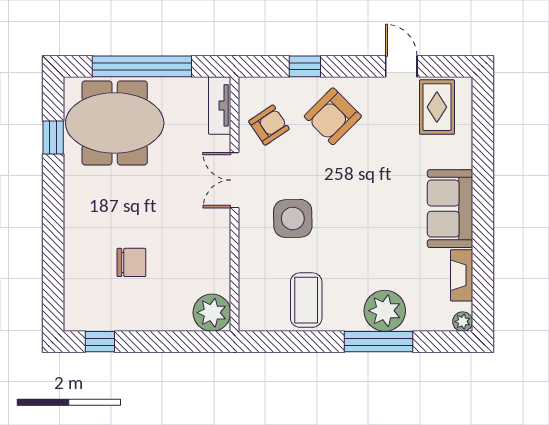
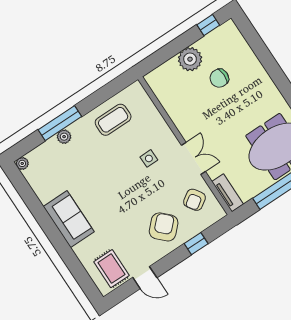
side table: (293, 218) -> (149, 158), width x0.54, depth x0.54
fireplace: (462, 275) -> (39, 188), removed
coffee table: (306, 300) -> (113, 120), turned 90
plant: (385, 311) -> (64, 137), width x0.53, depth x0.53
plant: (212, 313) -> (190, 59), moved

